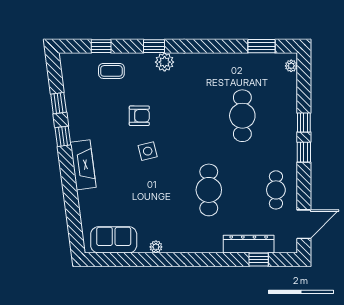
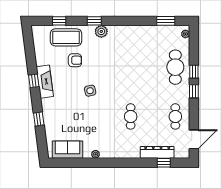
coffee table: (111, 71) -> (66, 37), width x1.86, depth x1.72
window: (59, 103) -> (39, 119), moved
armchair: (139, 116) -> (75, 60), moved
cafe table: (242, 116) -> (175, 67), moved
fireplace: (83, 165) -> (45, 82), moved
cafe table: (209, 190) -> (131, 116), width x0.73, depth x0.74

